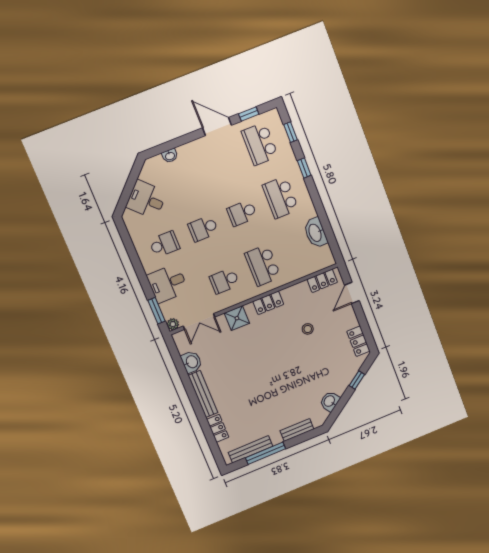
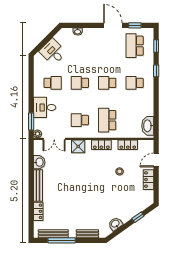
school desk: (281, 197) -> (135, 83), width x0.54
washbasin: (315, 233) -> (148, 126), moved
locker: (322, 281) -> (128, 145), moved
locker: (358, 341) -> (148, 180), moved

